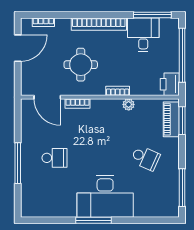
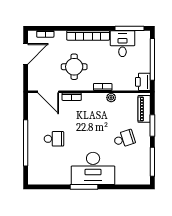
window: (182, 121) -> (152, 125), moved
school desk: (145, 158) -> (124, 139), turned -42
window: (18, 163) -> (26, 143), width x1.46

